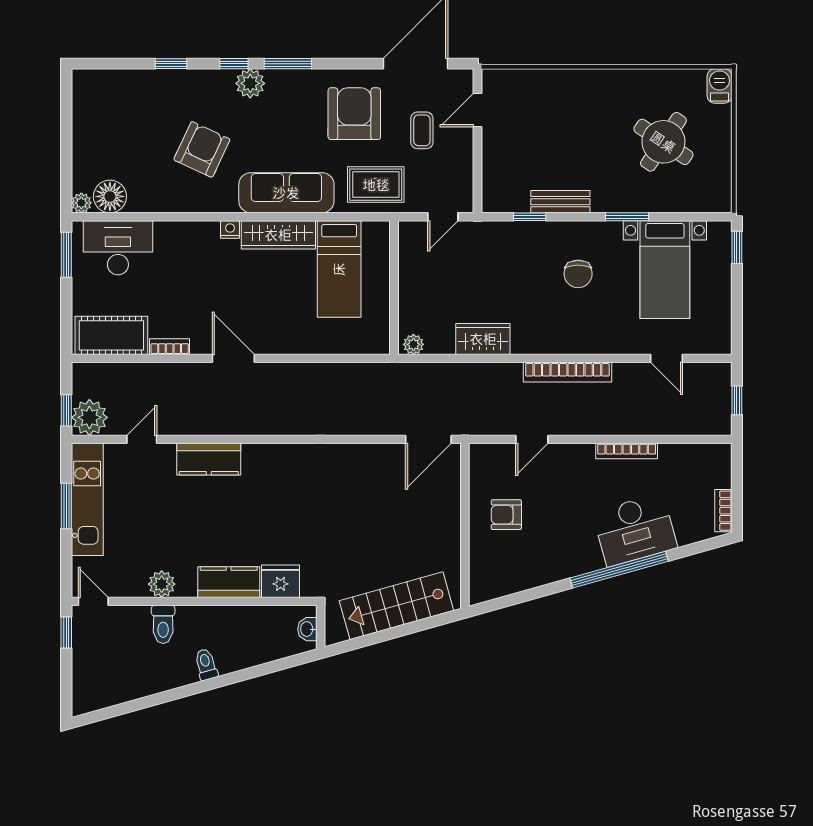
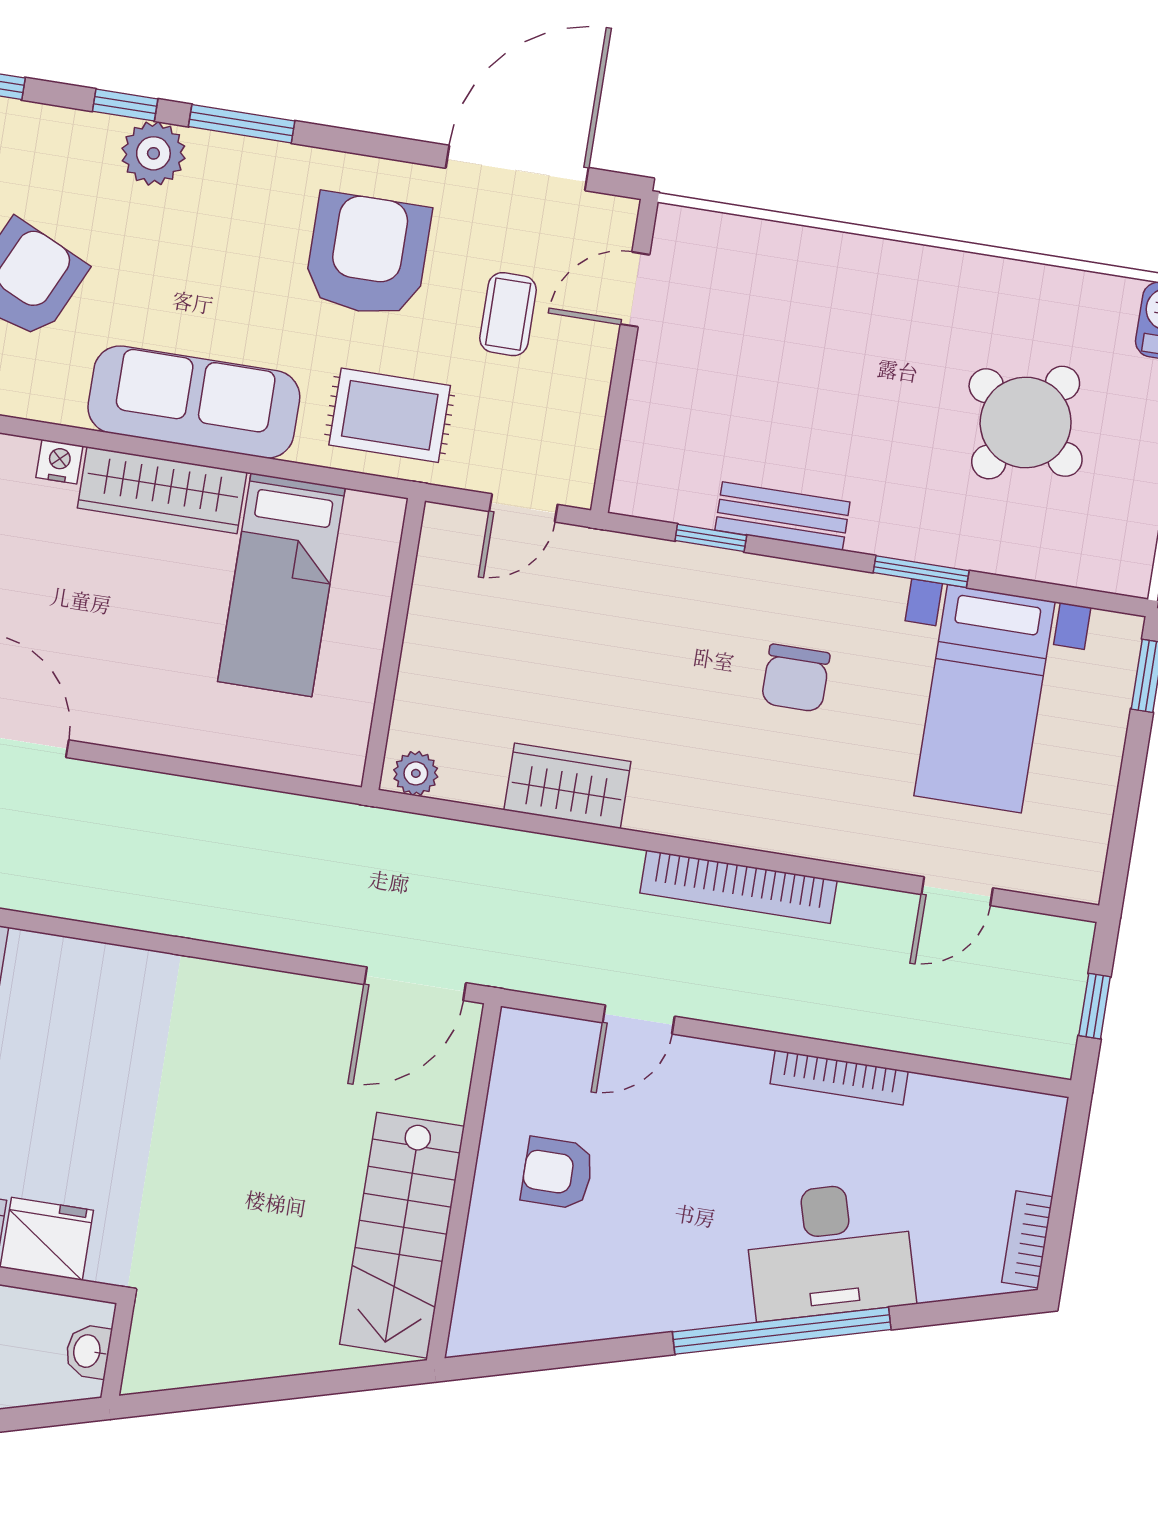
door: (666, 358) -> (957, 891), hinge flipped
stairs: (396, 606) -> (402, 1235), moved, turned -74

